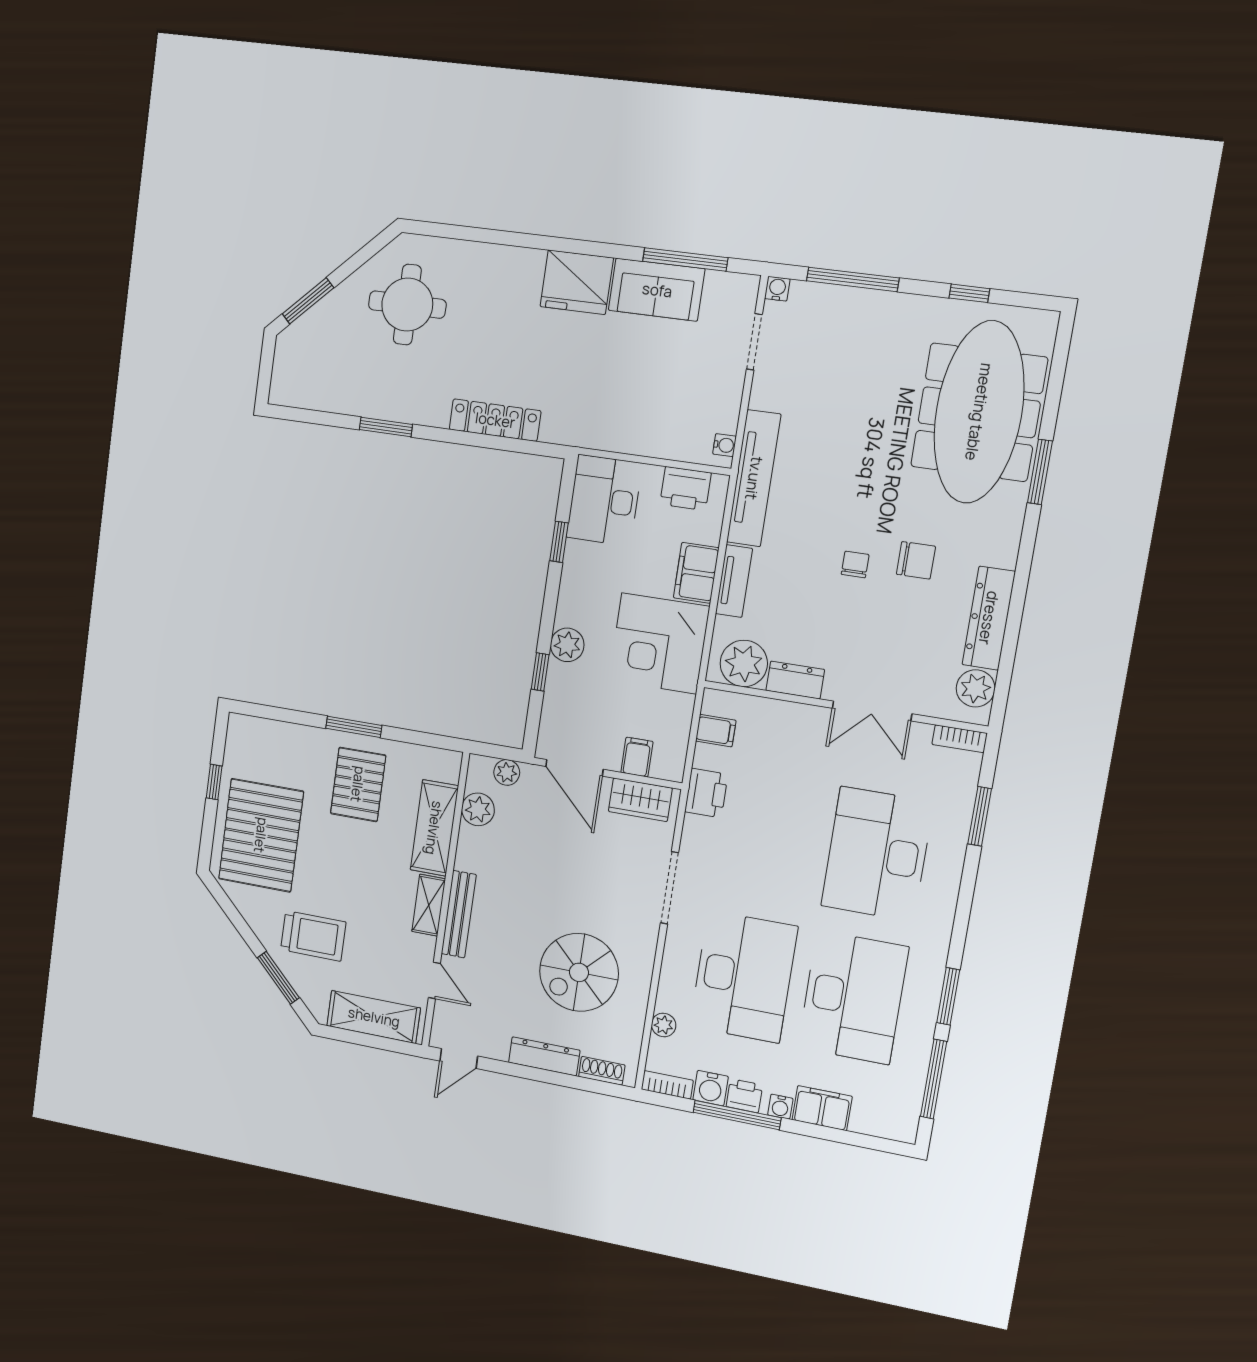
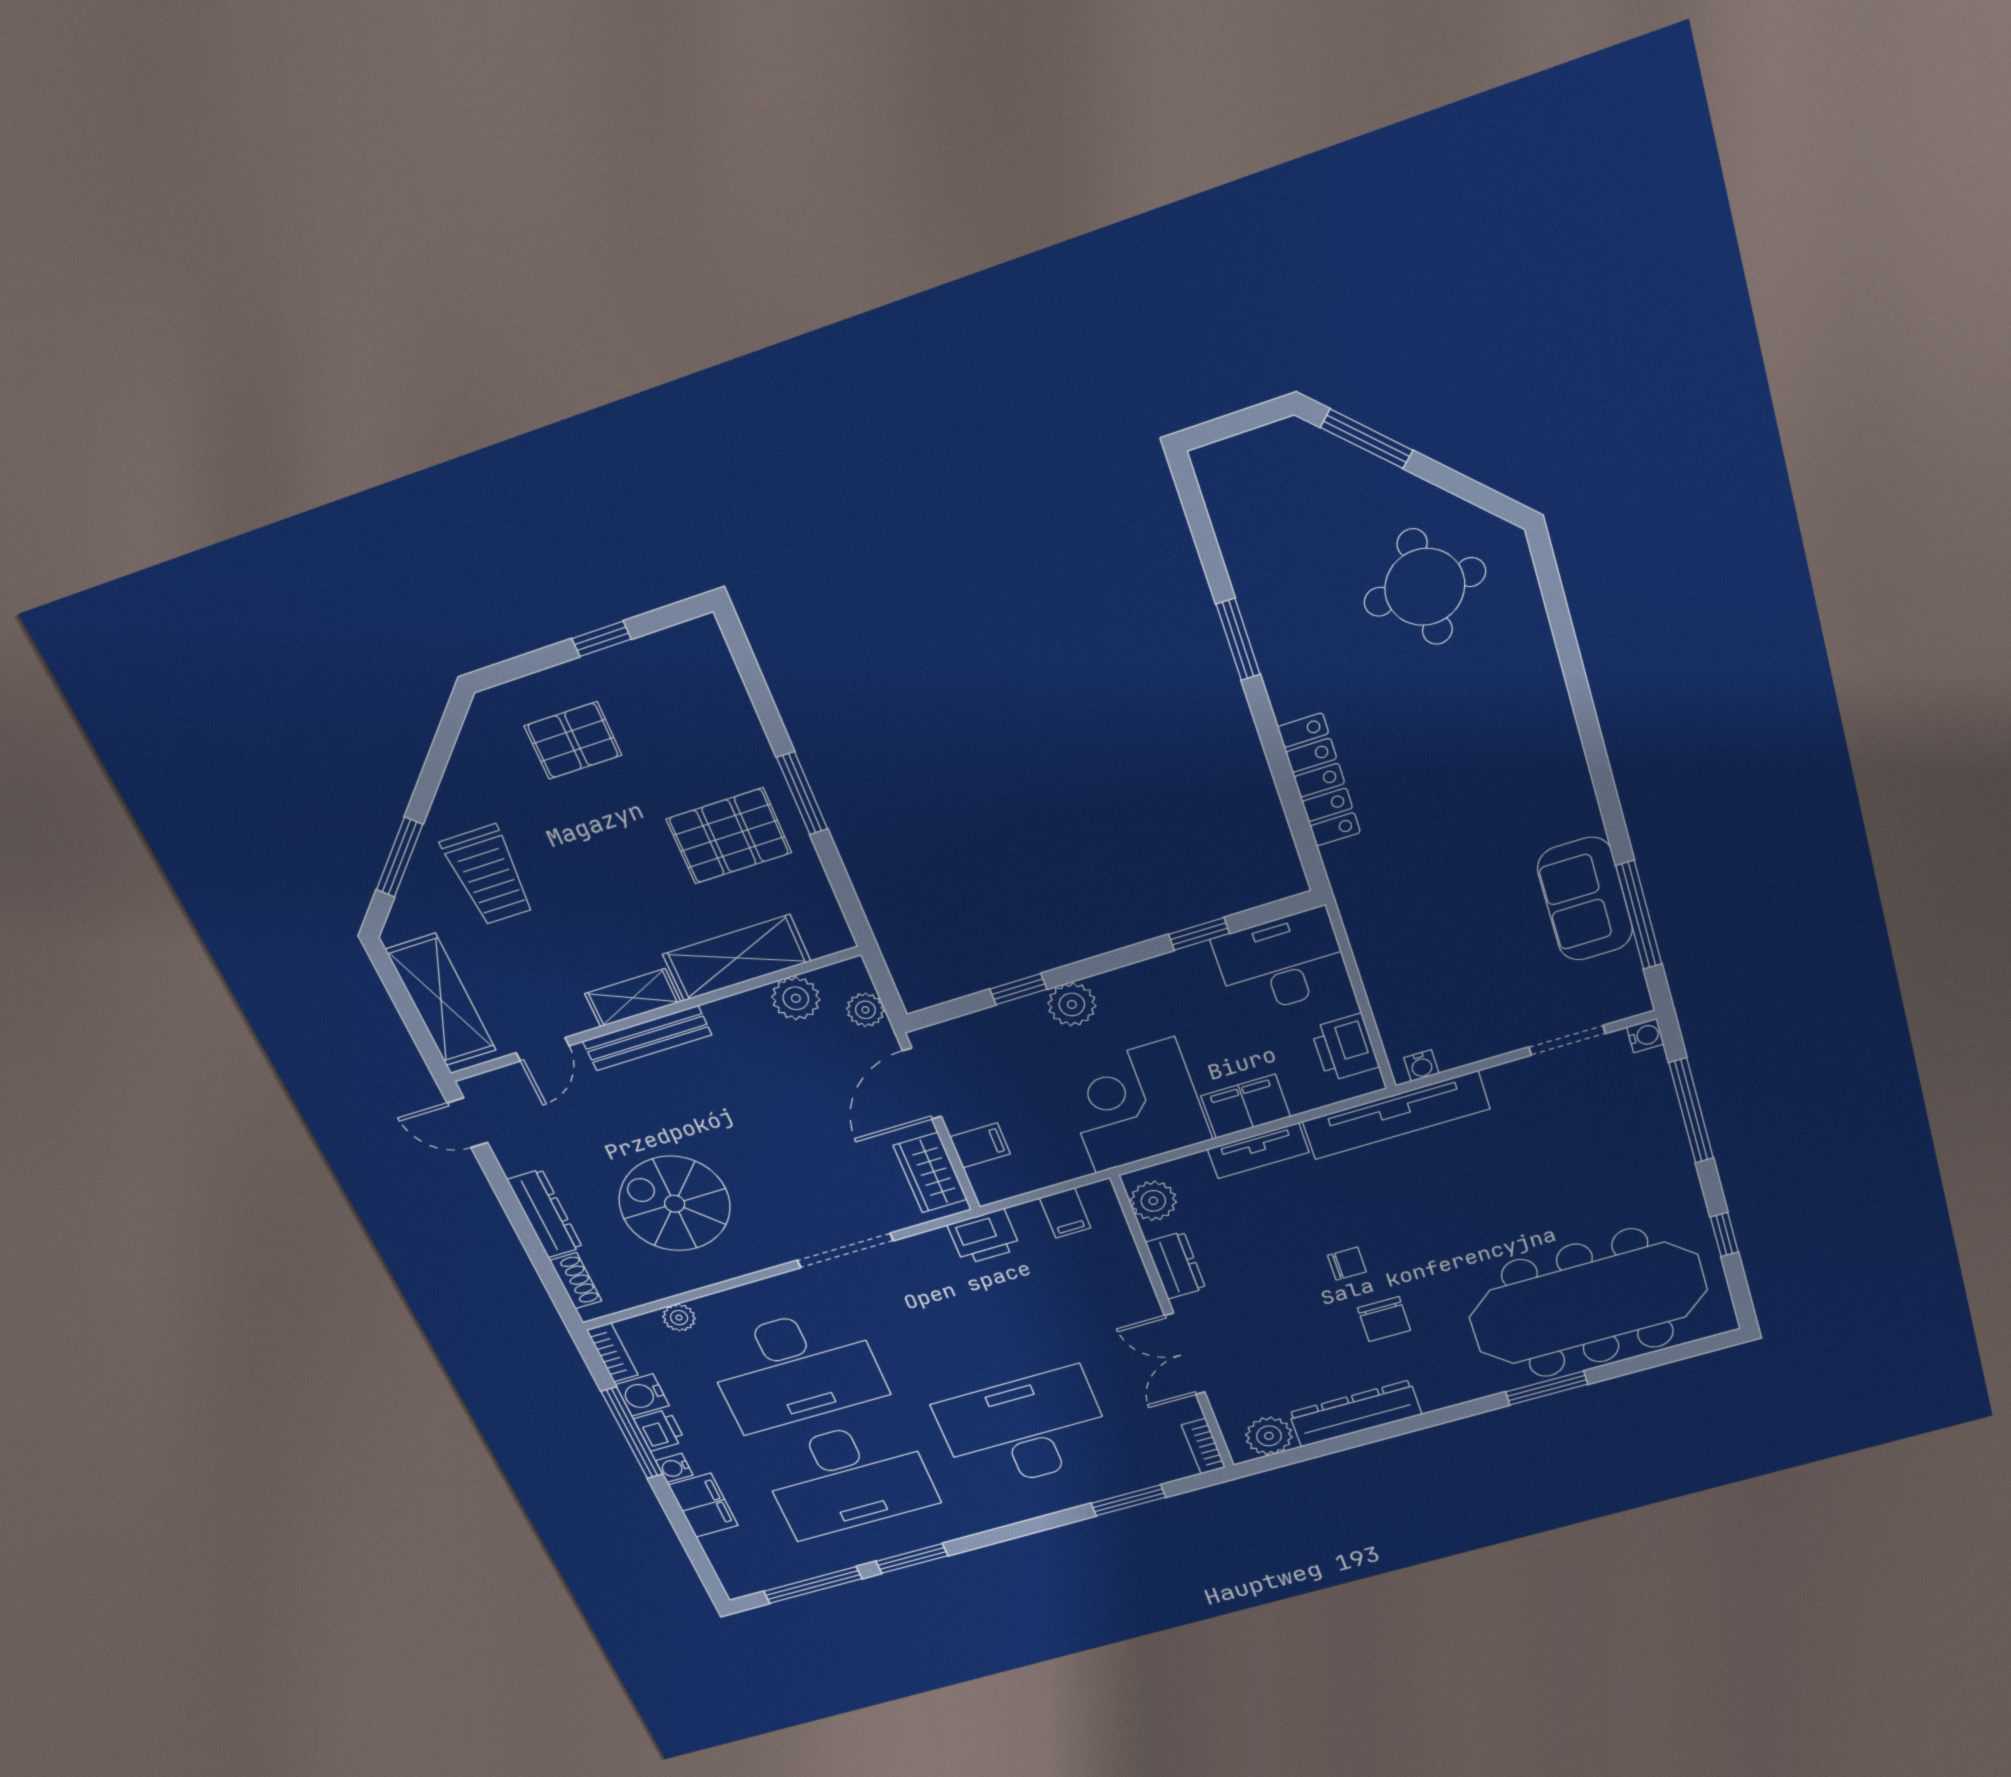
fridge: (577, 282) -> (1553, 798), removed
plant: (744, 663) -> (1153, 1201), width x0.73, depth x0.73
pallet: (261, 835) -> (573, 741), width x0.49, depth x0.50

